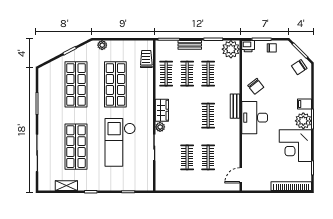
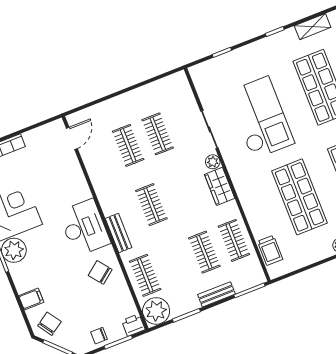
clothes rail: (208, 74) -> (145, 275), moved
filing cabinet: (304, 104) -> (31, 299), moved

